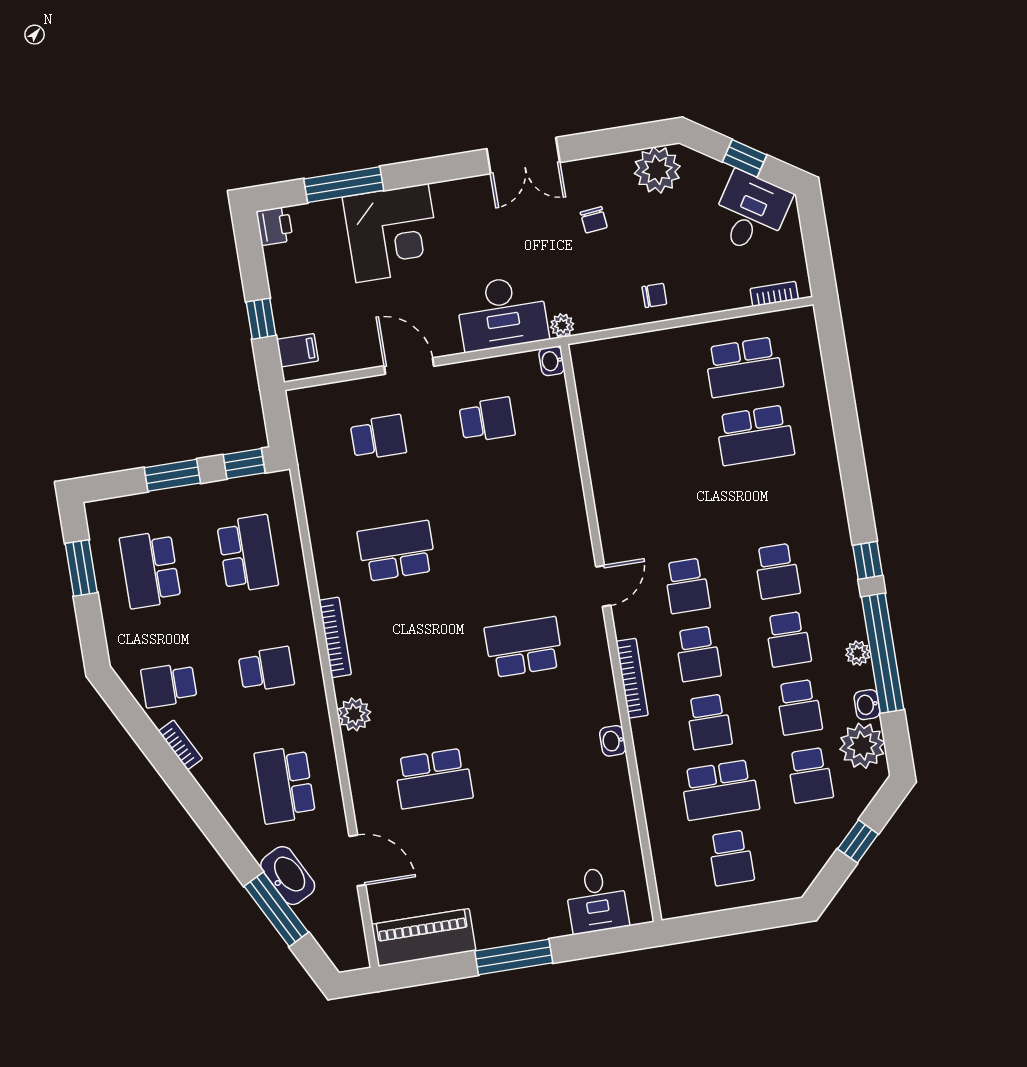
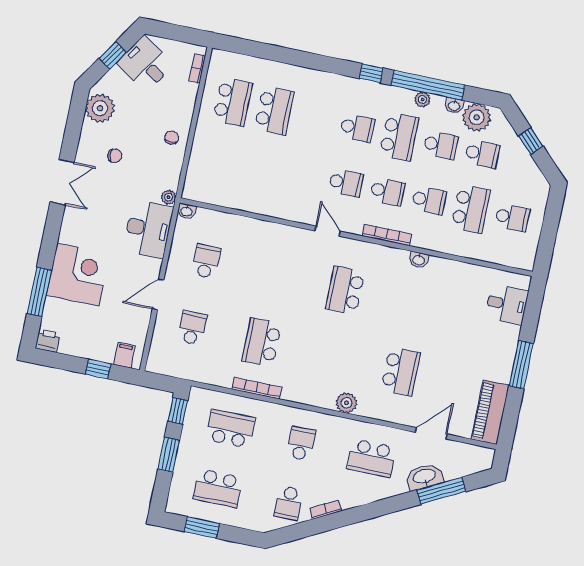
bookcase: (335, 637) -> (257, 388), moved
school desk: (788, 639) -> (399, 137), width x1.85

